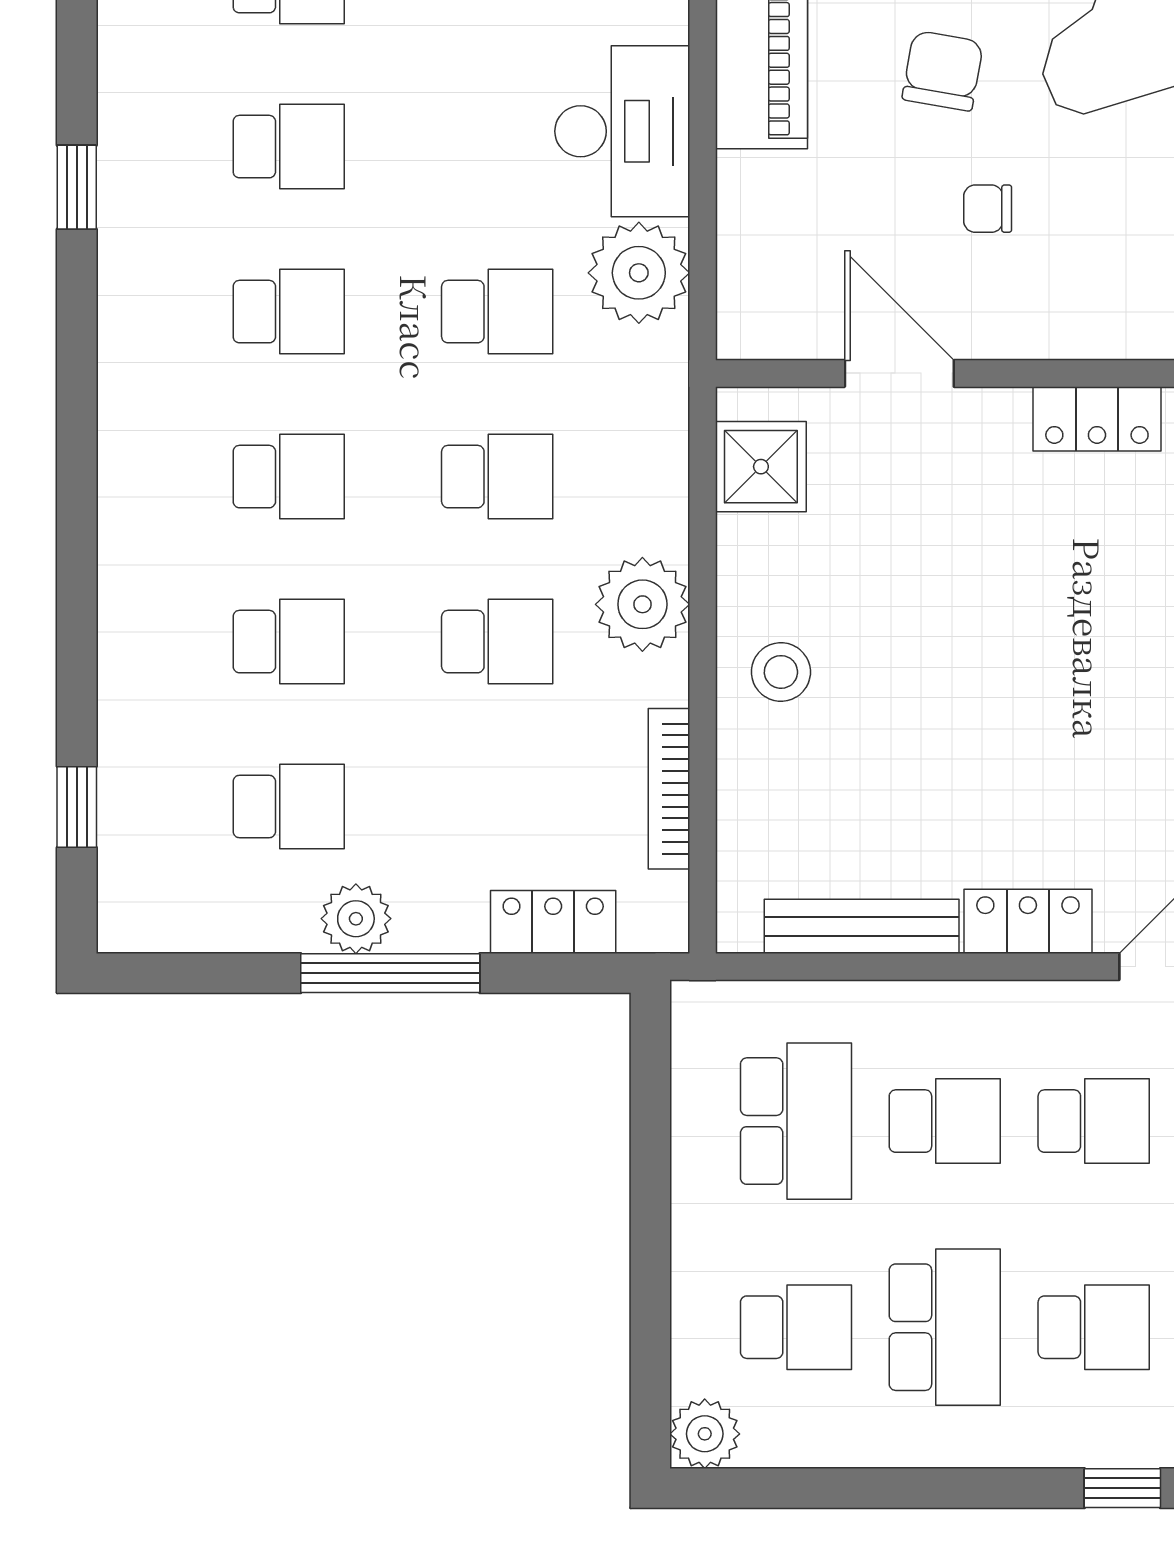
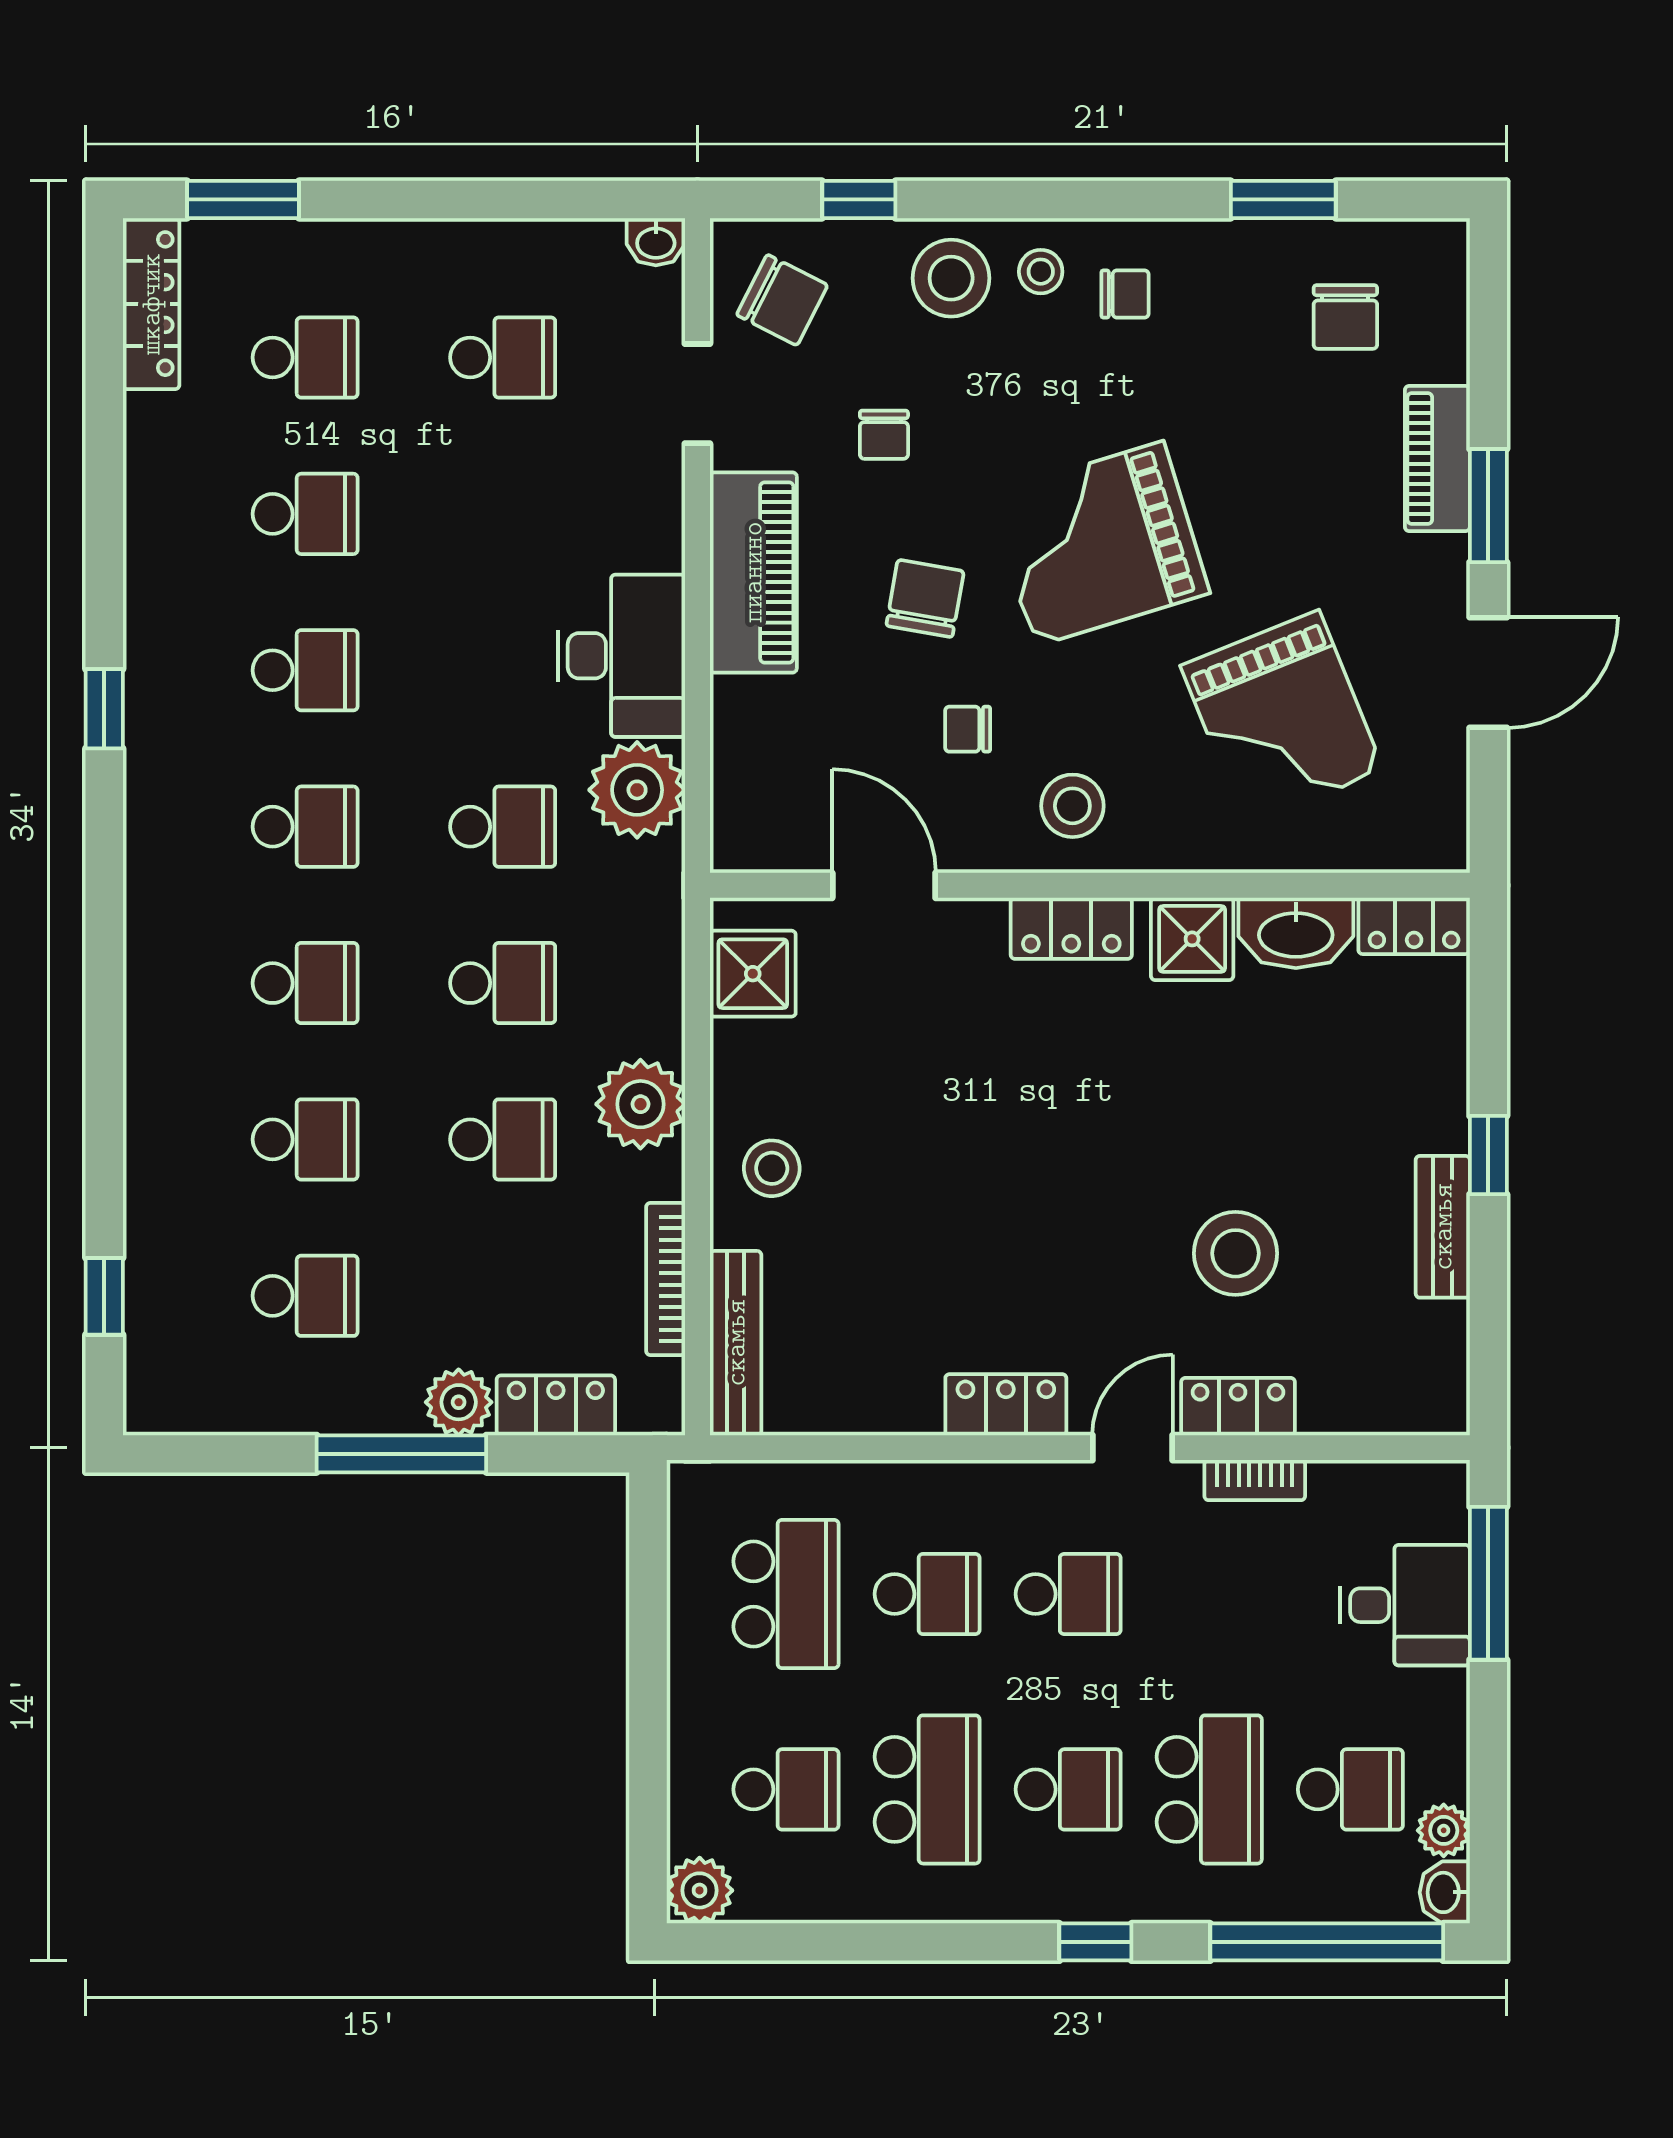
stool: (1098, 290) -> (1072, 806), added
plant: (356, 919) -> (459, 1402), moved
bench: (862, 926) -> (736, 1343), moved, turned 90

